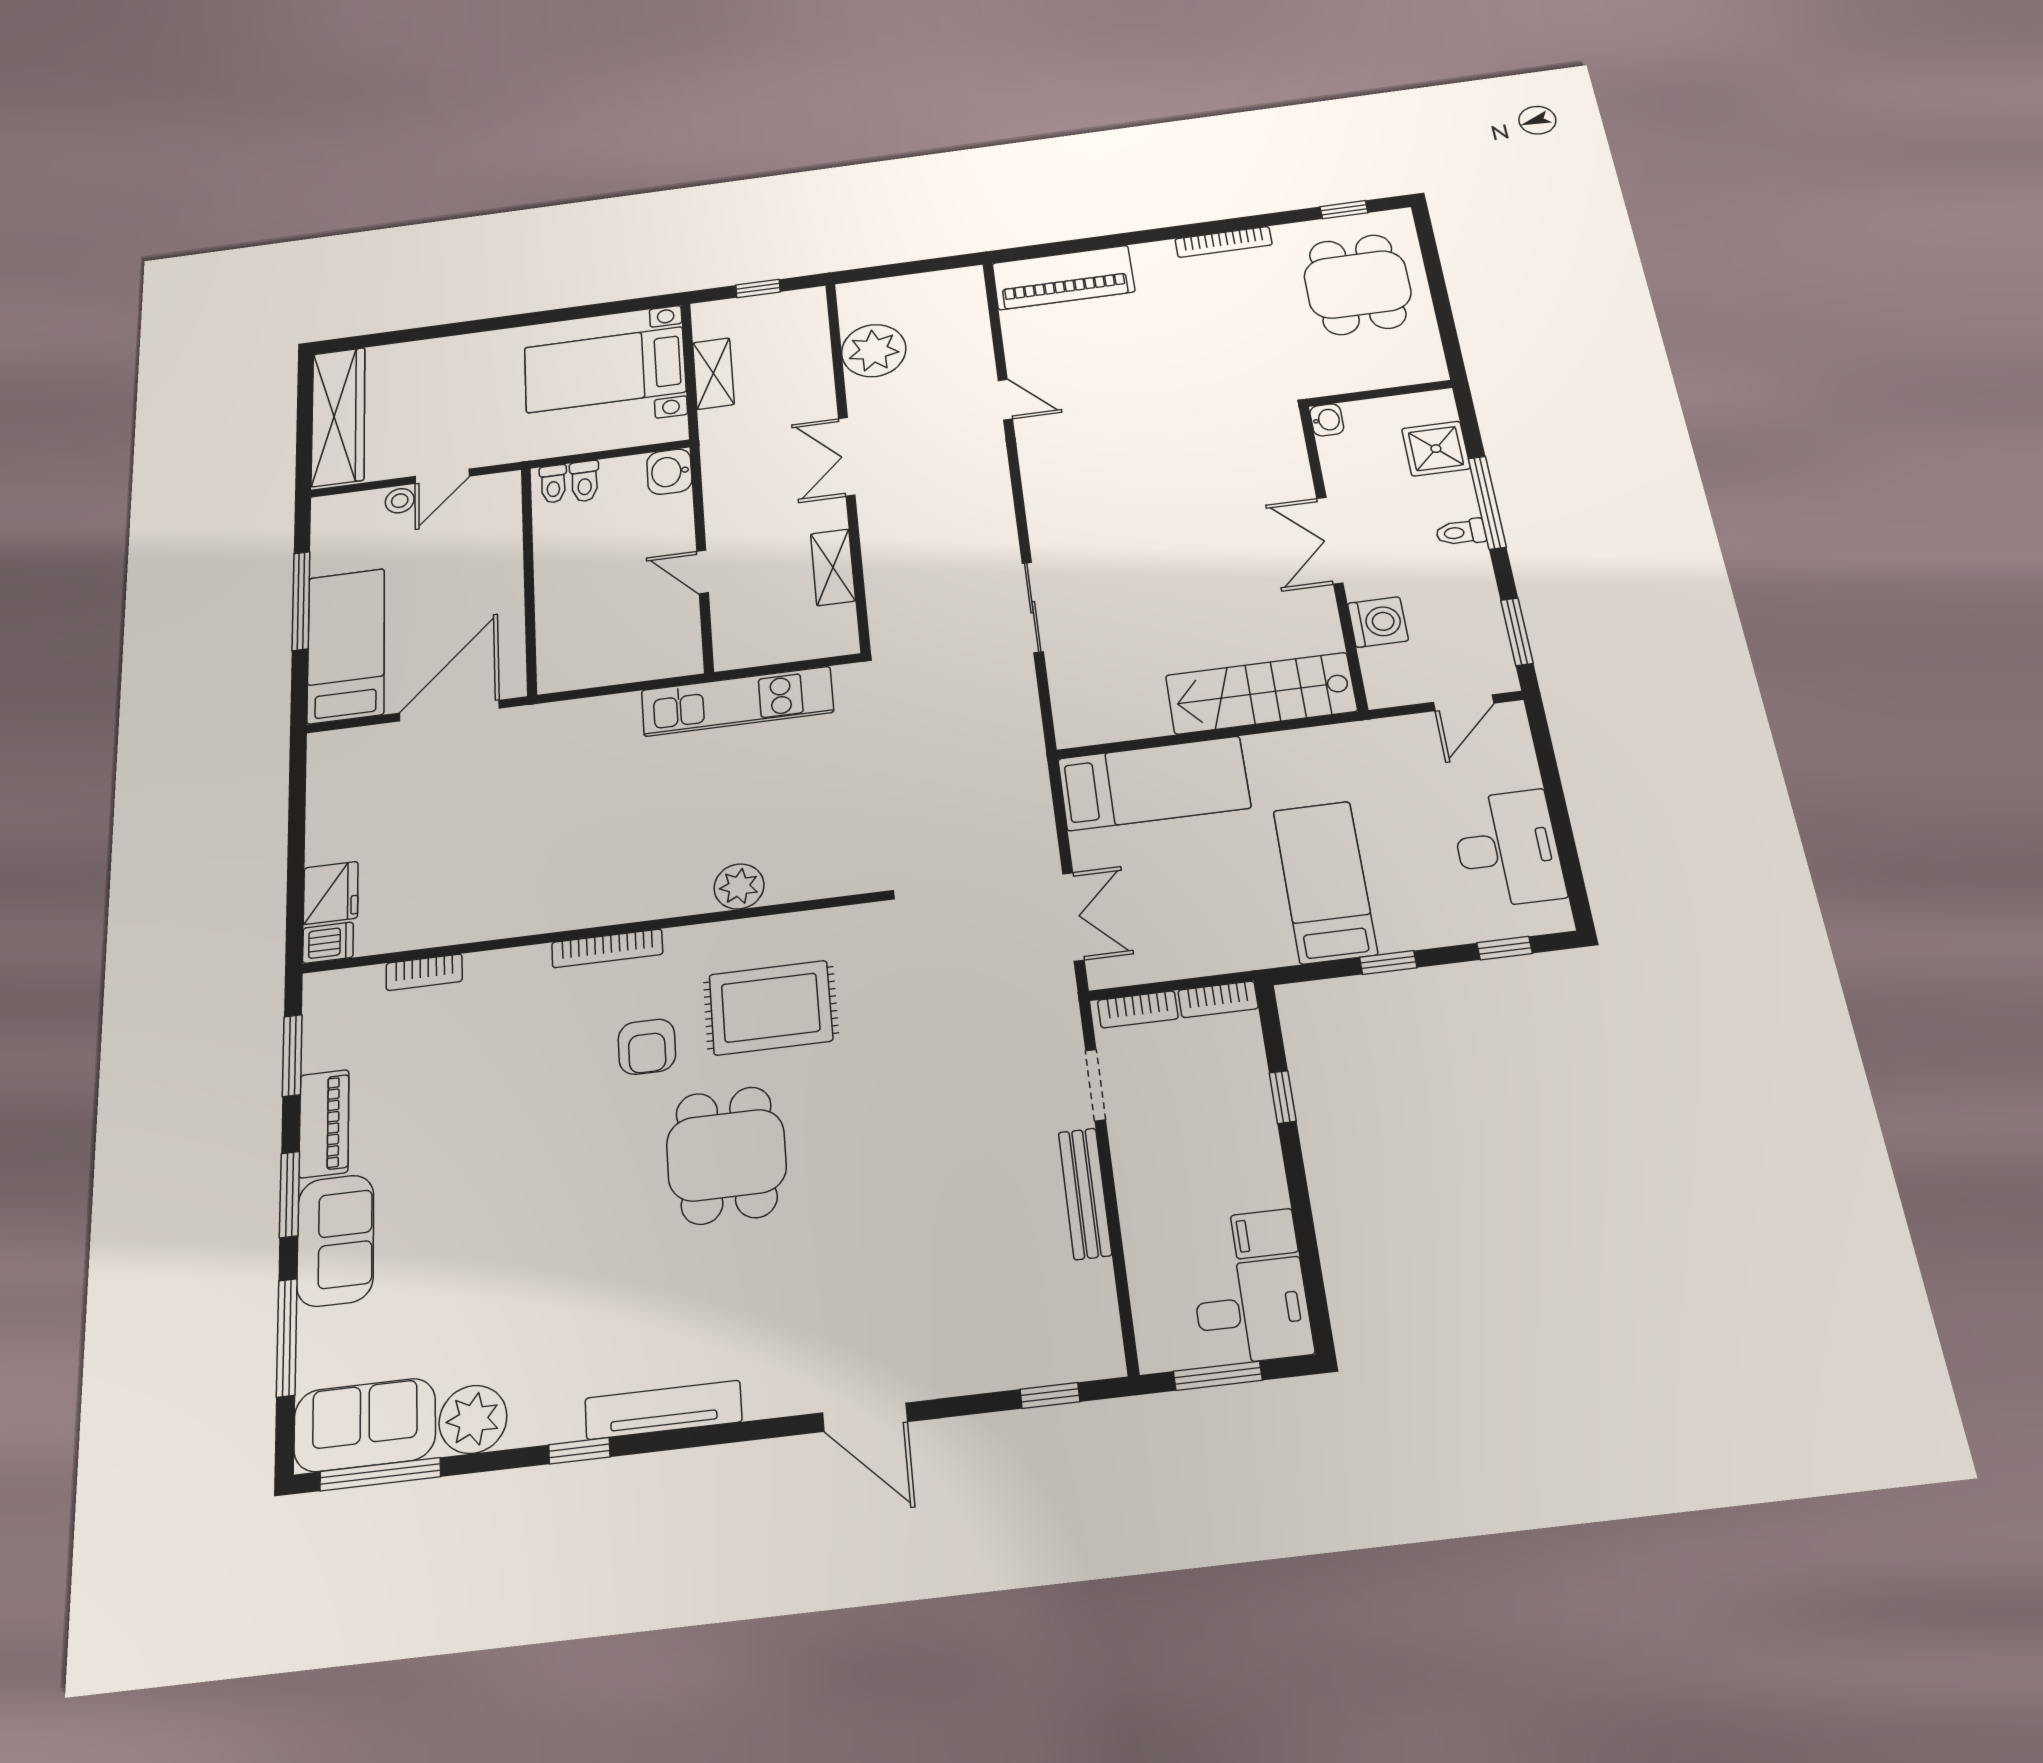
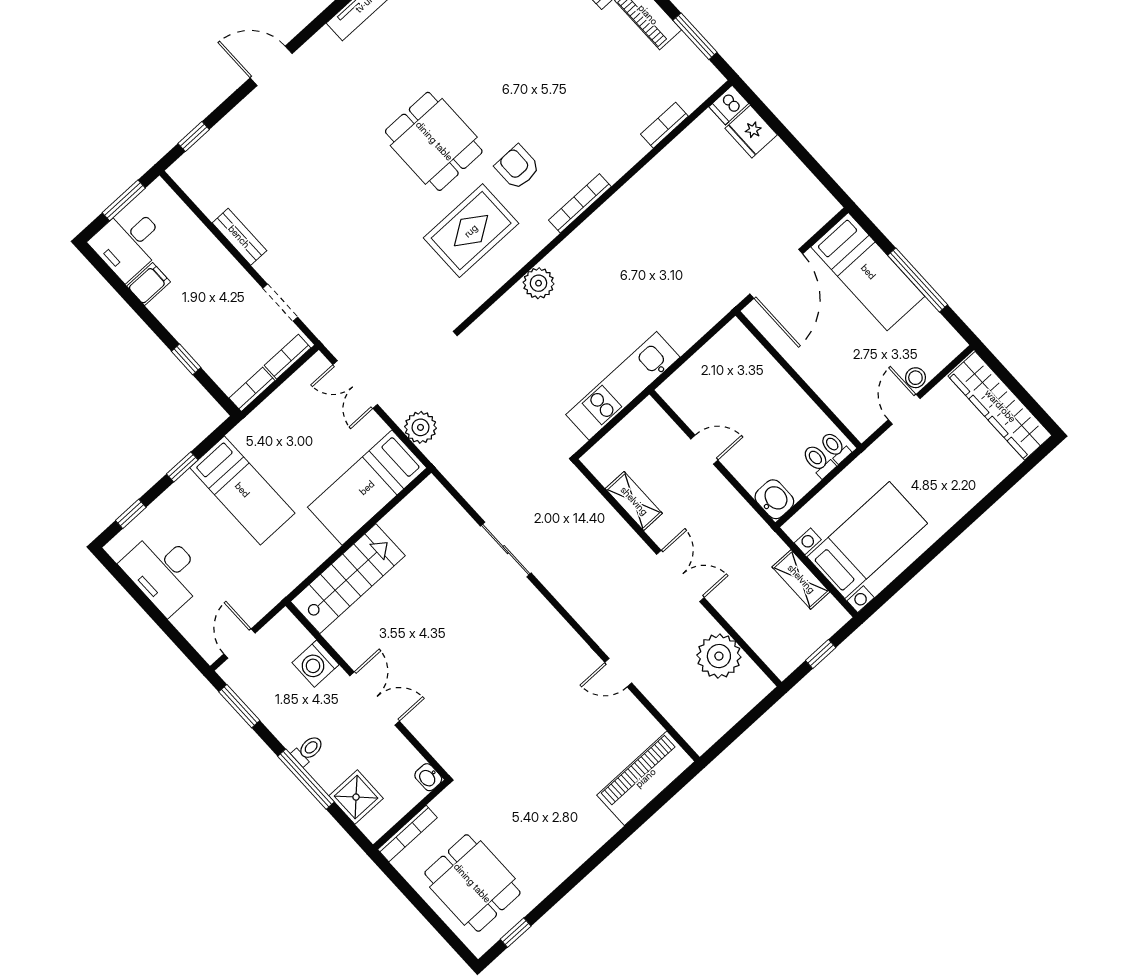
bookcase: (1224, 242) -> (407, 833), moved, turned 180
plant: (1028, 811) -> (420, 427), added
bench: (1085, 1193) -> (239, 237), width x0.73

